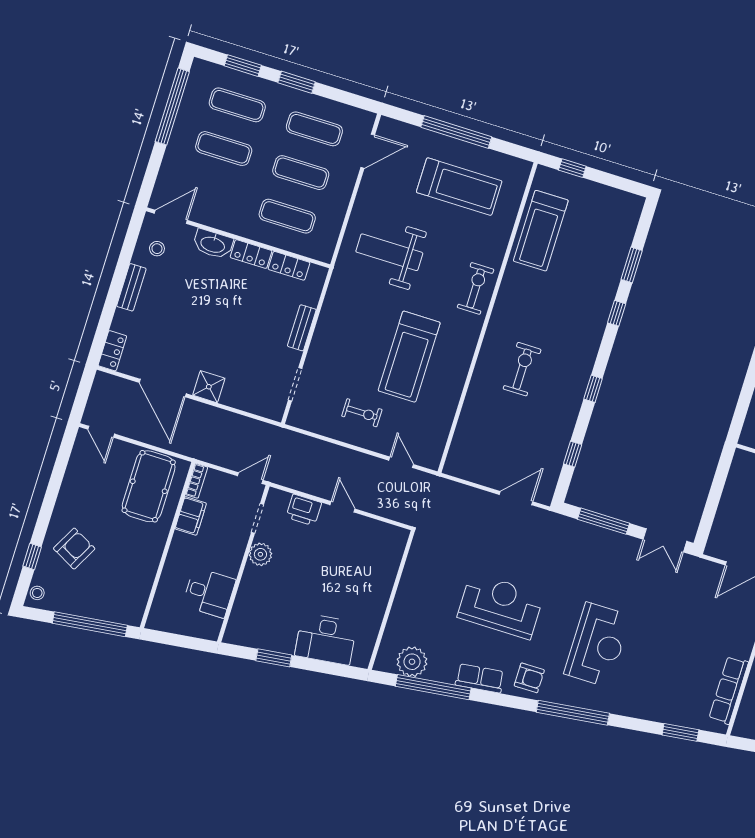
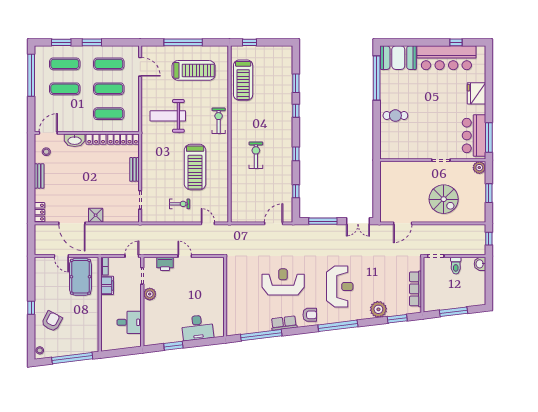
door: (368, 151) -> (140, 67), hinge flipped
locker: (289, 266) -> (123, 139), width x1.53
door: (101, 432) -> (61, 256), moved
window: (32, 557) -> (31, 308), moved
plant: (412, 662) -> (378, 309), moved

